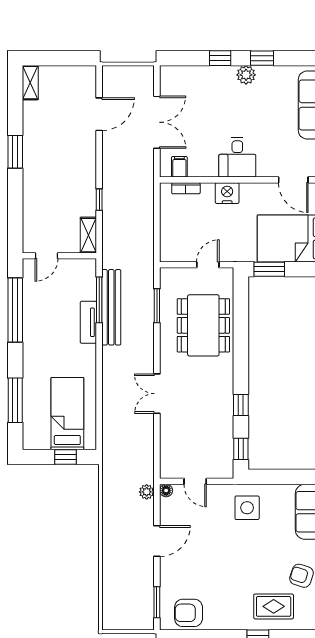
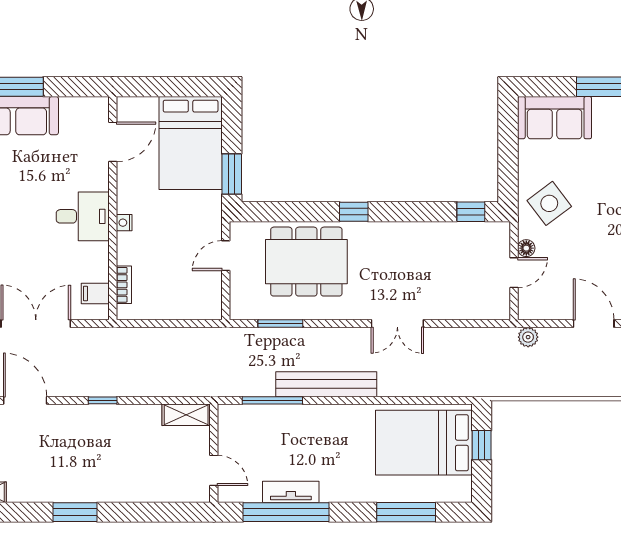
nightstand: (227, 193) -> (124, 223), width x0.53, depth x0.56
window: (99, 200) -> (103, 400), moved
door: (208, 265) -> (226, 256), hinge flipped
bench: (111, 307) -> (326, 384), moved
tv unit: (88, 322) -> (291, 492), moved, turned 180
window: (241, 405) -> (354, 212), moved
bed: (67, 414) -> (424, 443), width x1.50
floor lamp: (166, 490) -> (526, 248), moved
side table: (247, 508) -> (549, 203), turned -37

